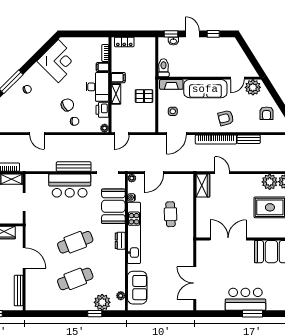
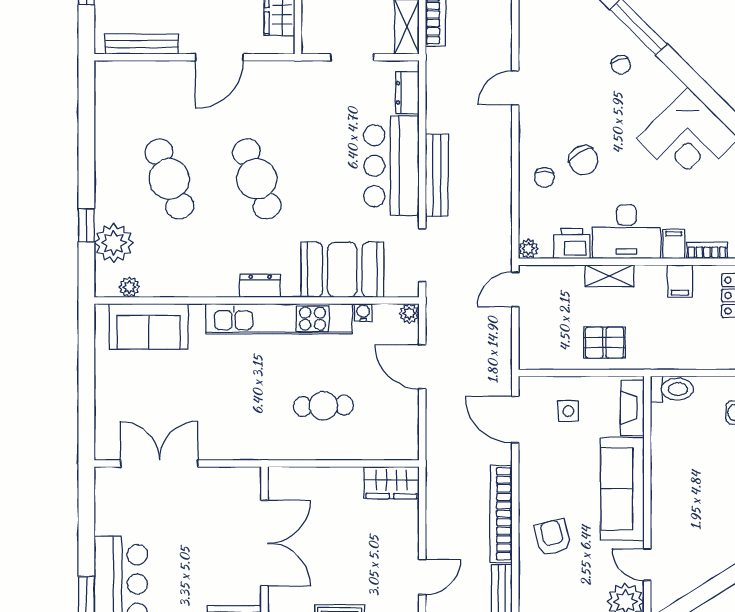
filing cabinet: (118, 78) -> (680, 281), moved
pallet: (144, 96) -> (605, 343), turned 90
door: (122, 134) -> (515, 289), hinge flipped
door: (222, 173) -> (422, 577), moved
dresser: (39, 179) -> (407, 93), added

